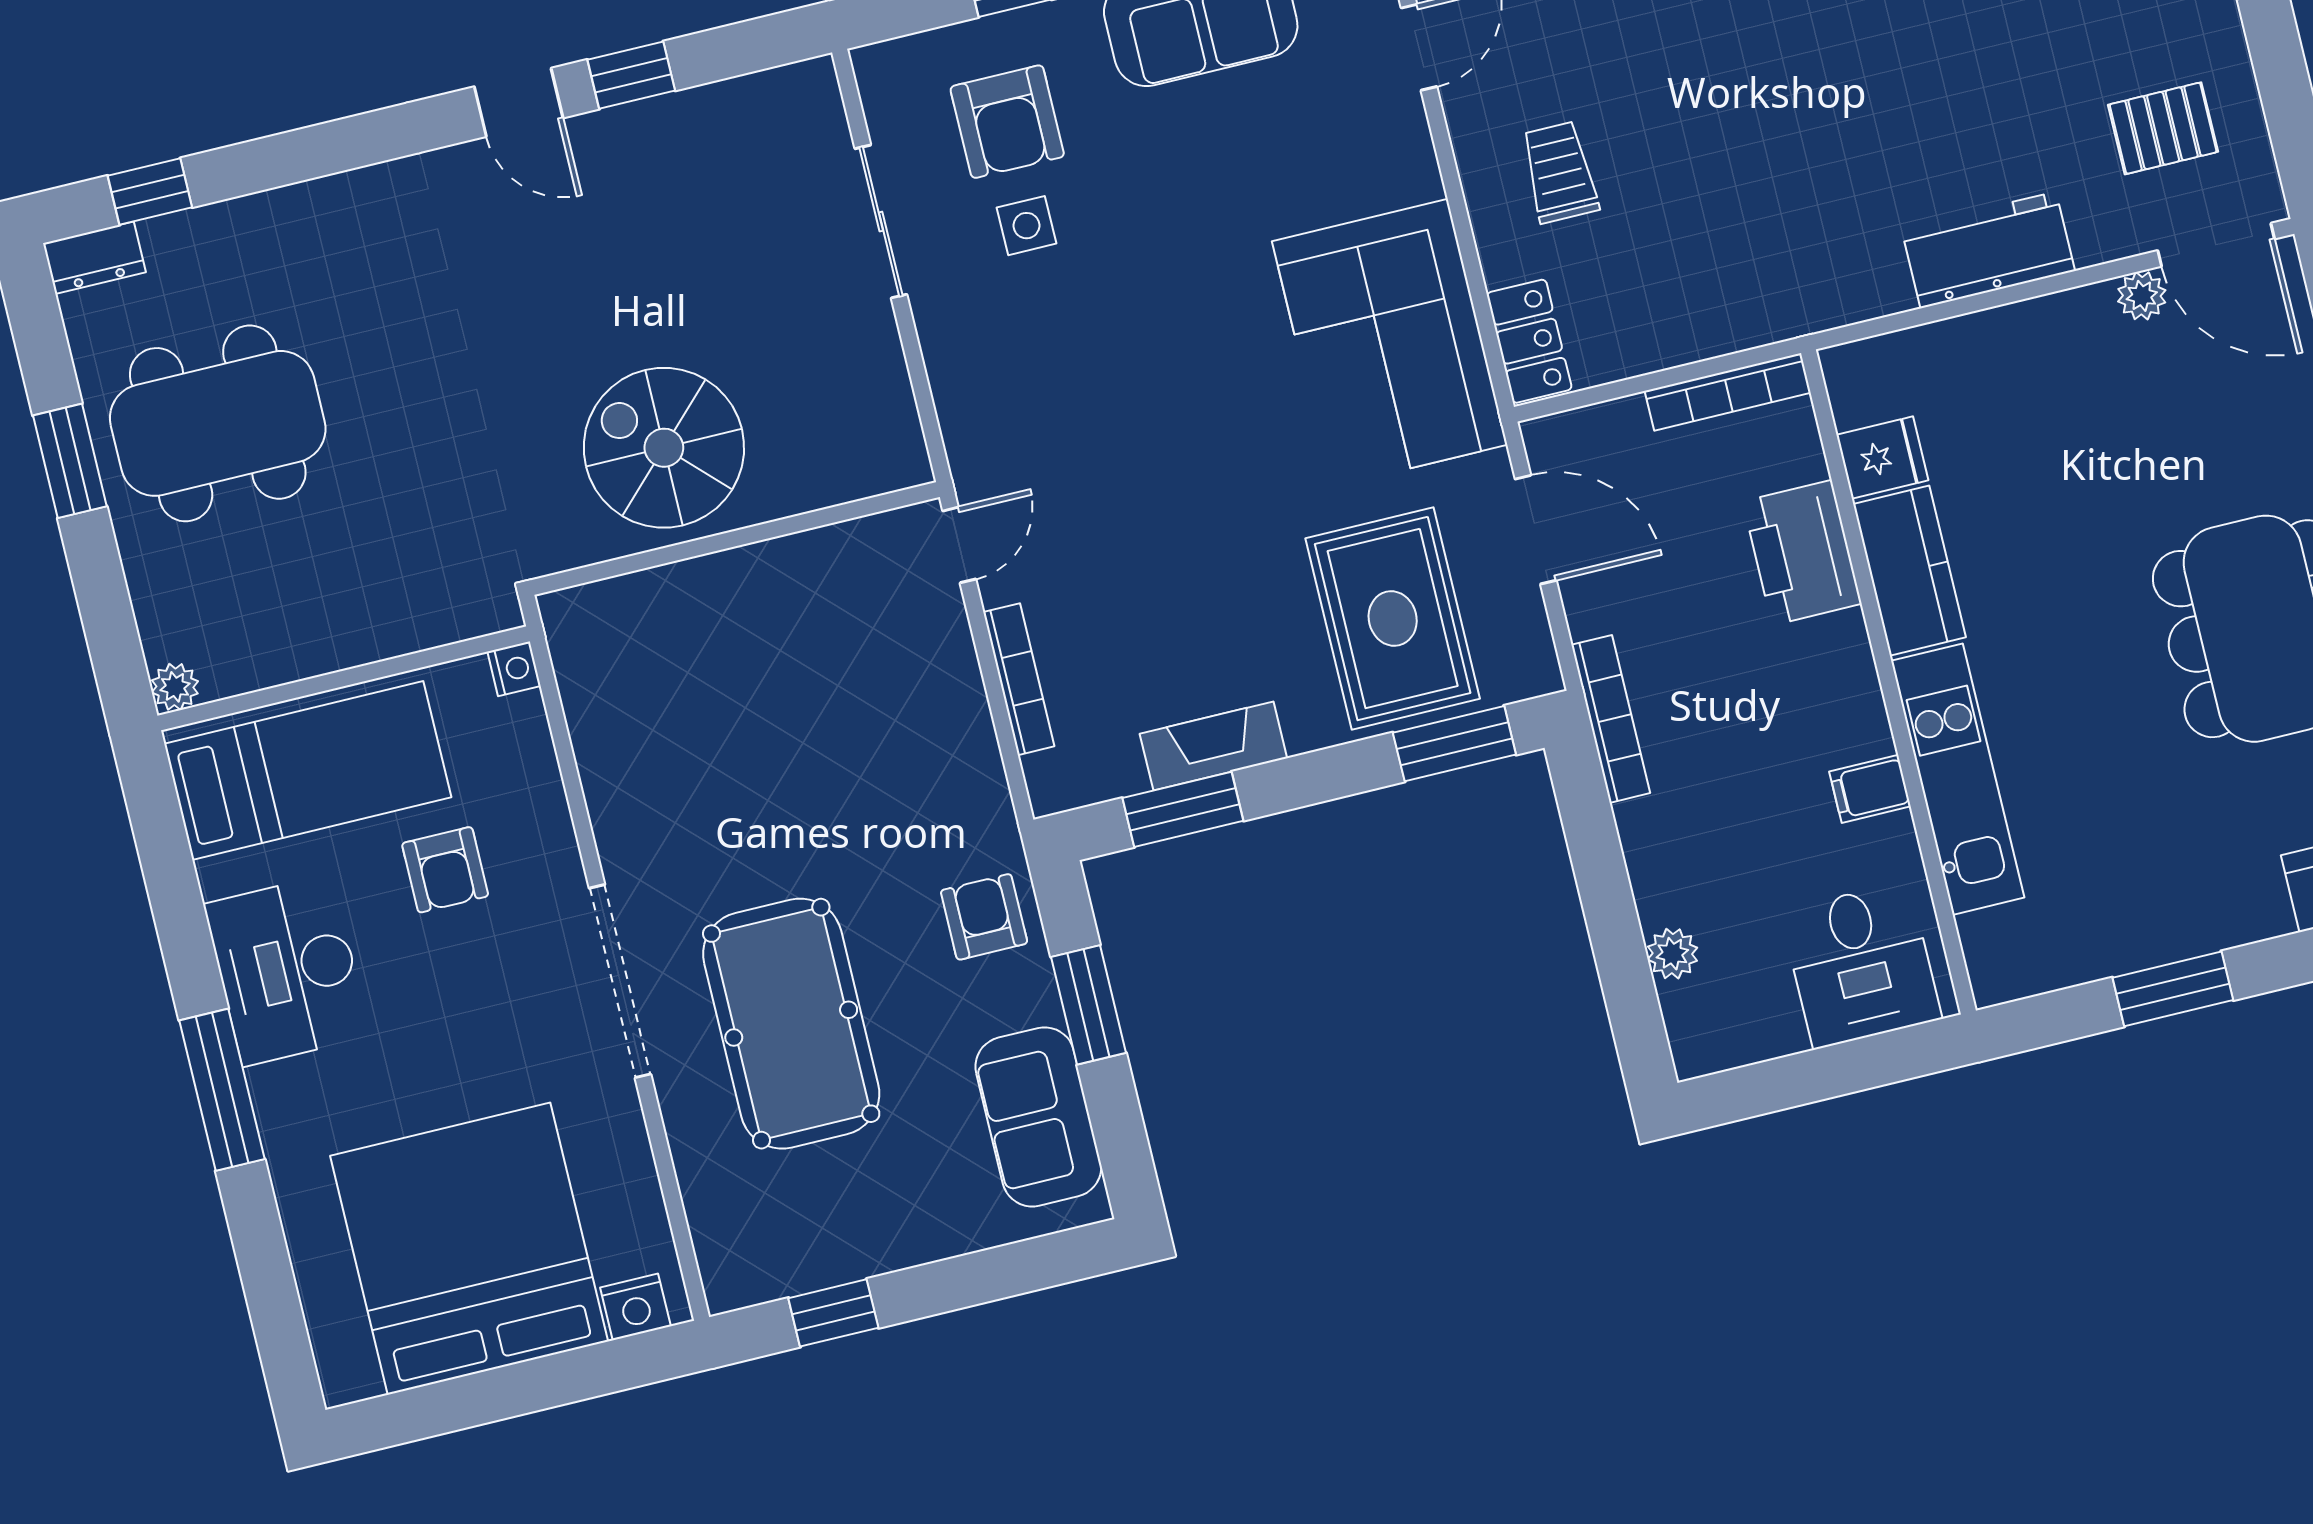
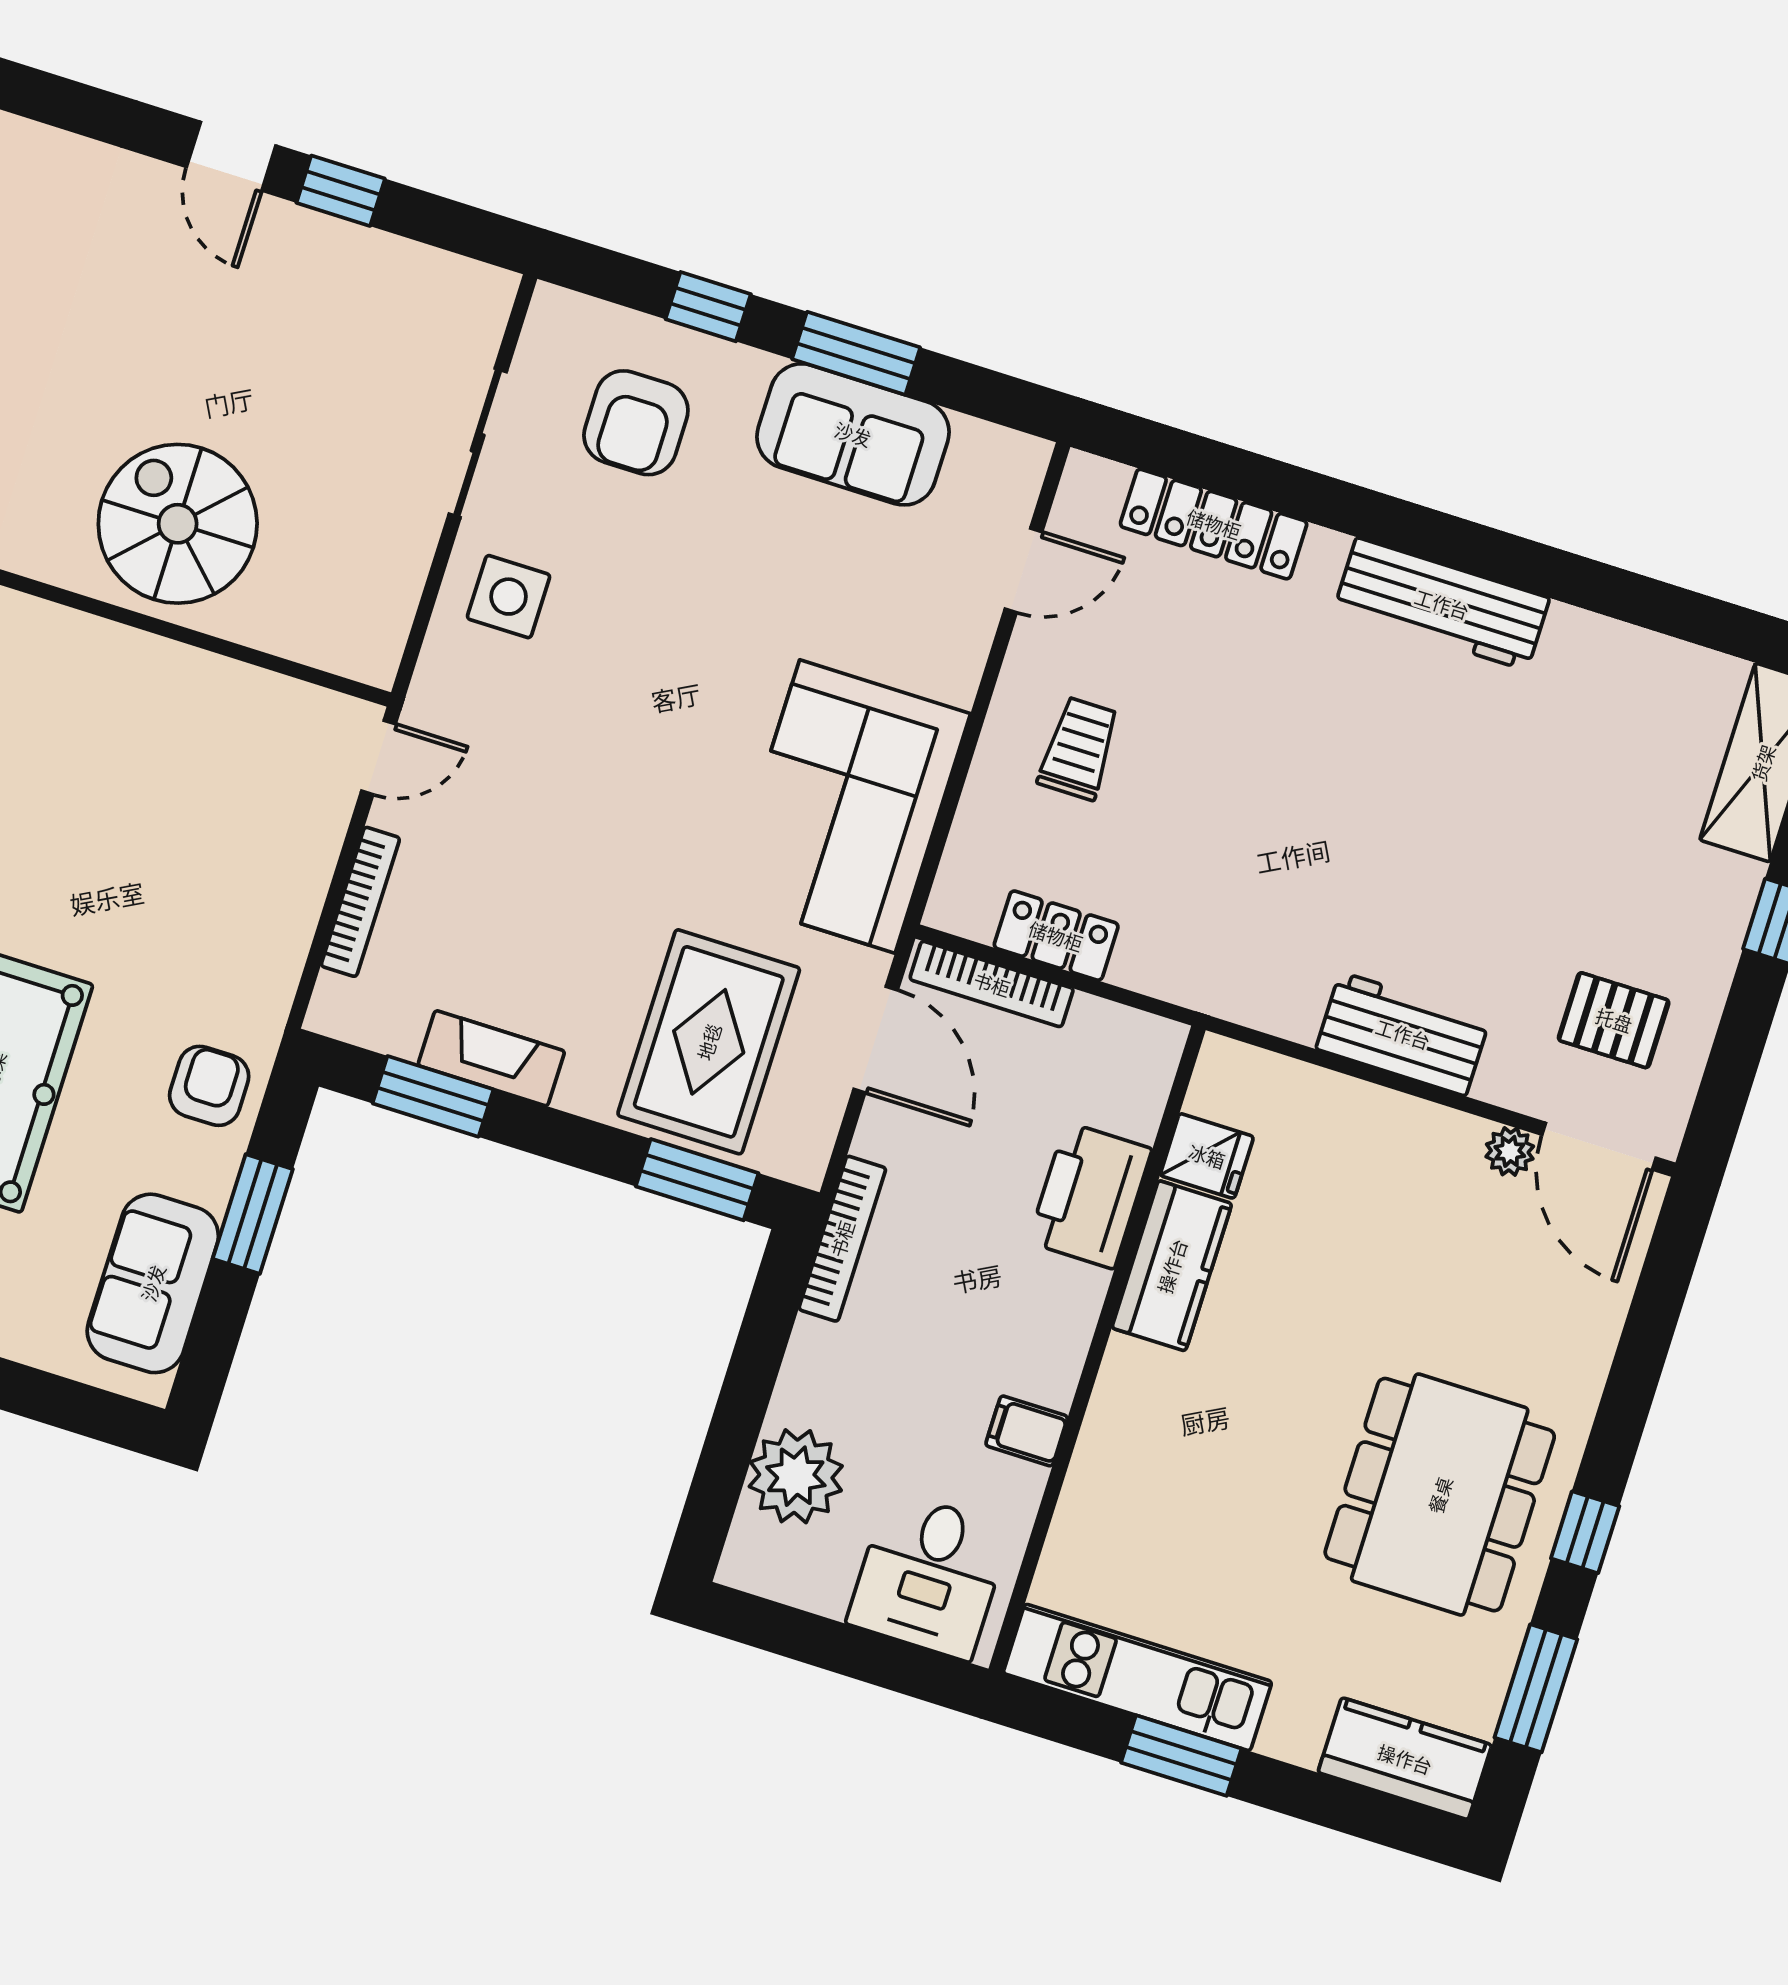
side table: (1026, 226) -> (509, 597), moved, width x1.37, depth x1.37
locker: (1529, 341) -> (1056, 936), moved, turned -90
bookcase: (1728, 392) -> (992, 984), moved
kitchen unit: (1958, 779) -> (1137, 1677), moved, turned -90
plant: (1672, 954) -> (796, 1476), width x1.88, depth x1.88

